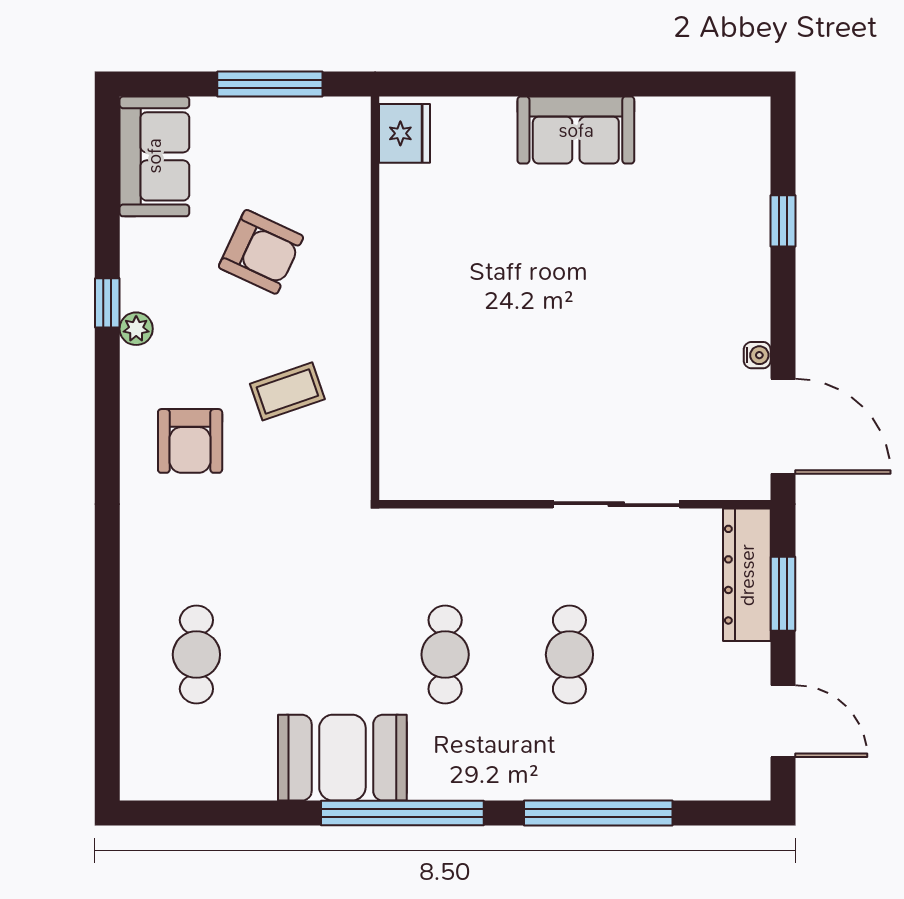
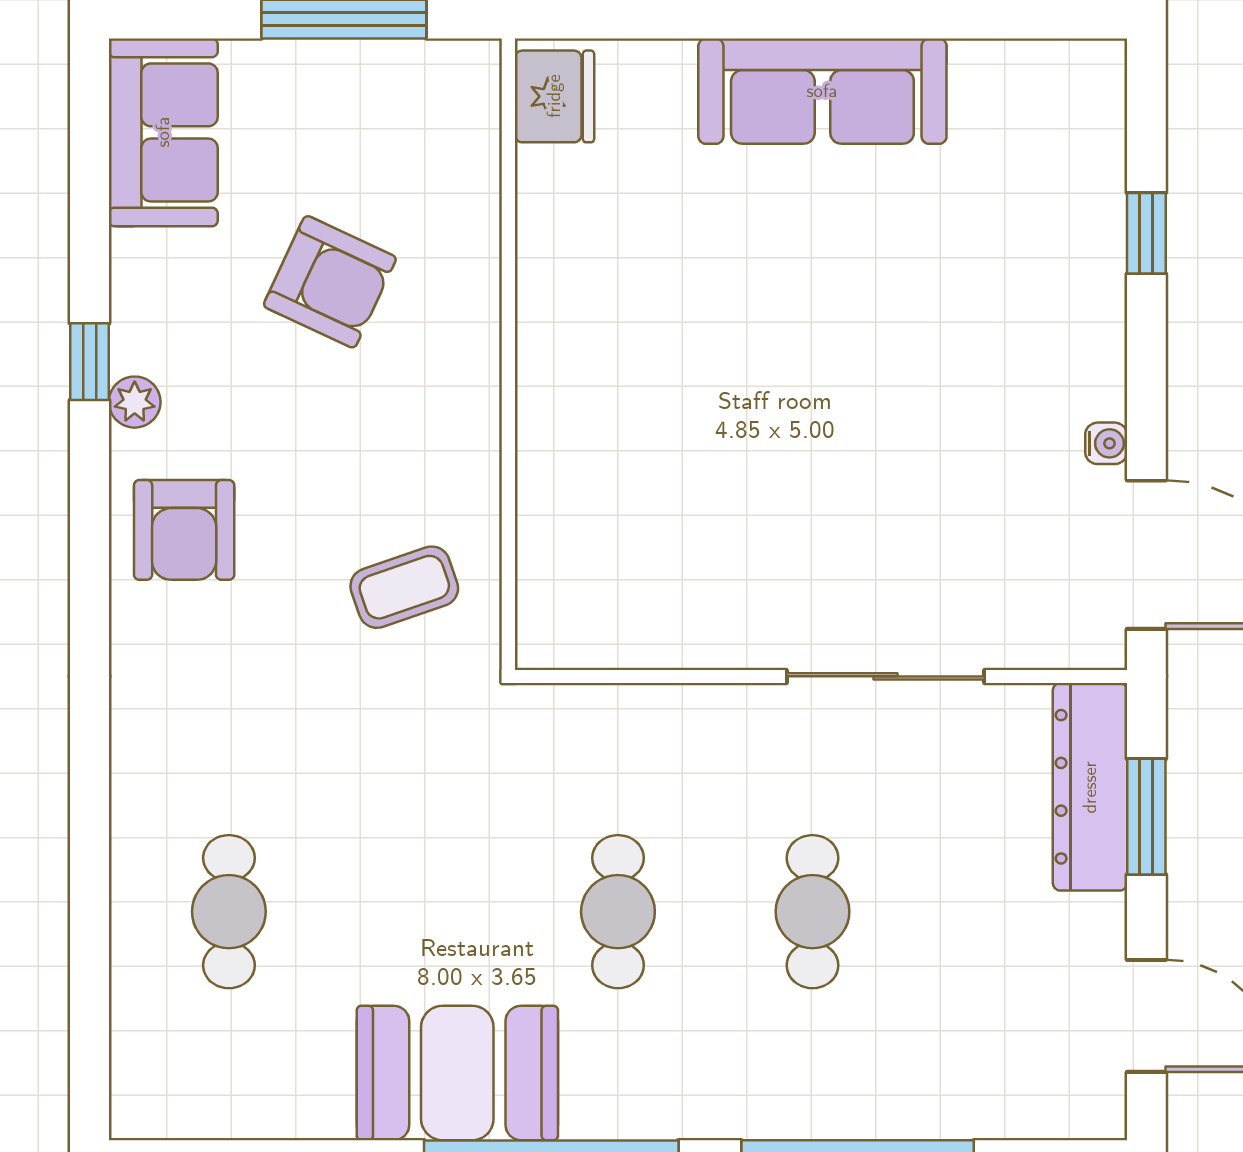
sofa: (576, 130) -> (822, 91), width x1.36
coffee table: (287, 391) -> (404, 587), moved
armchair: (190, 441) -> (184, 530), moved

